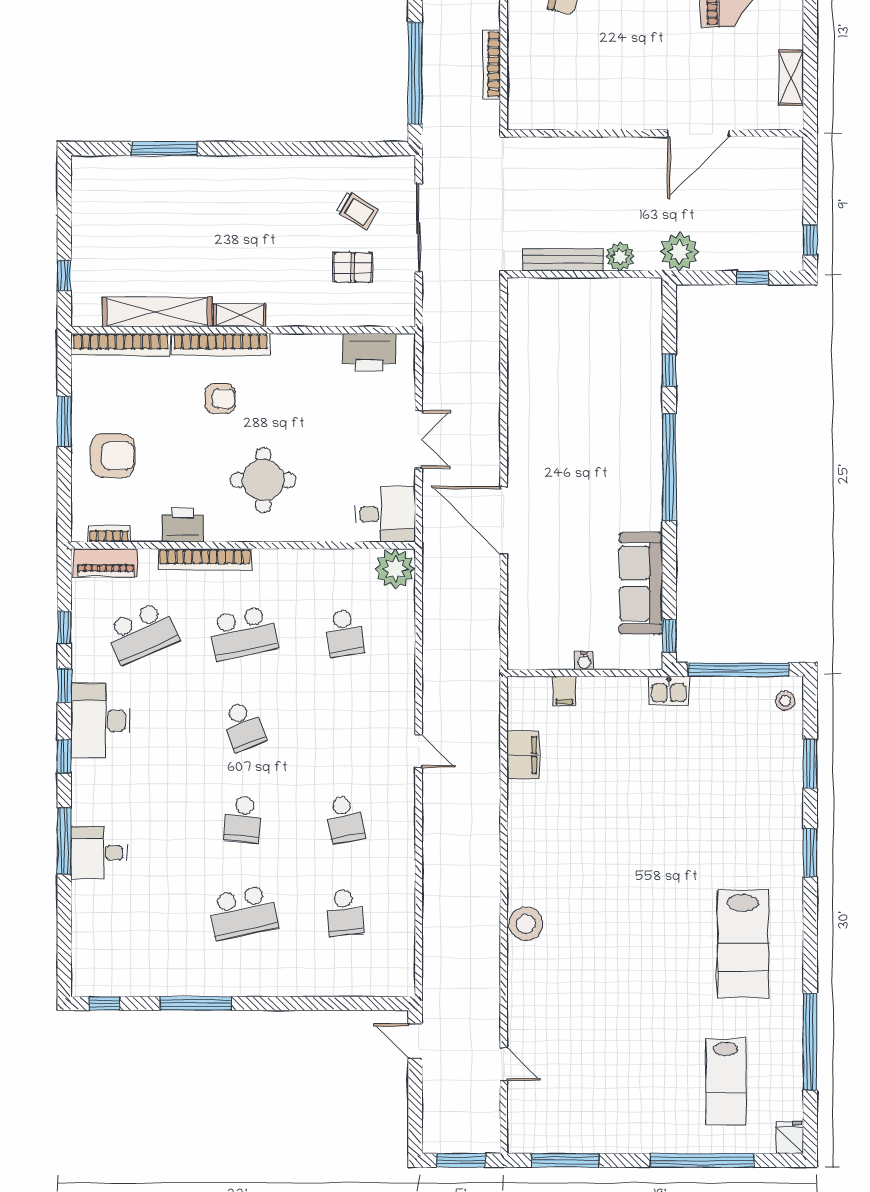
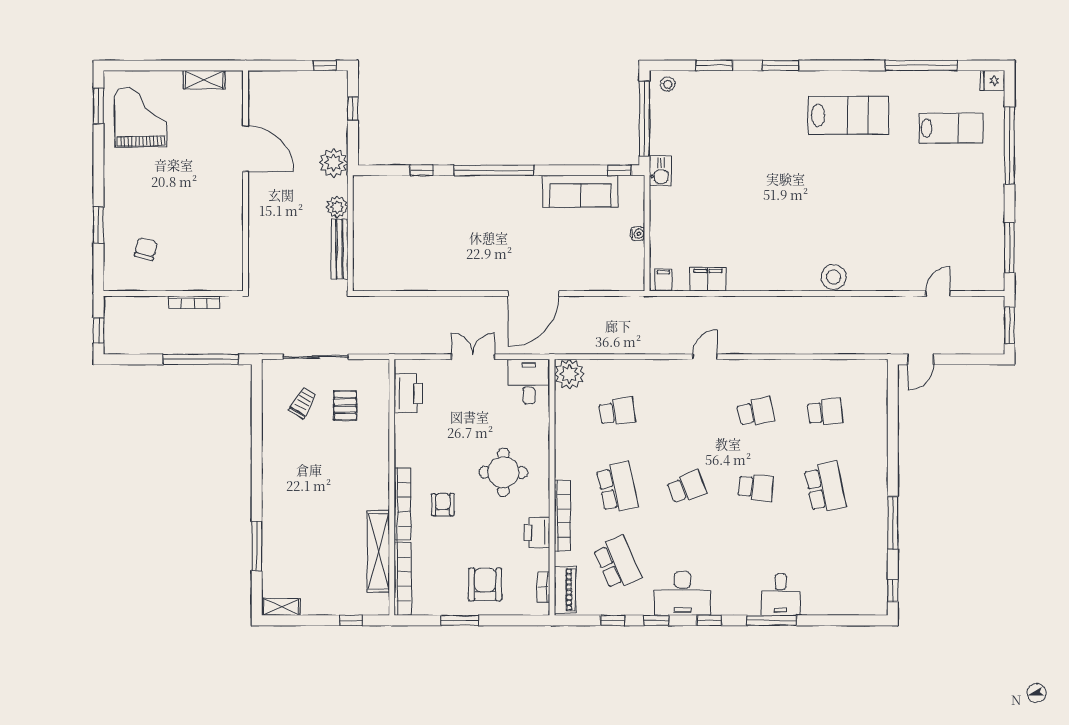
shelving: (240, 315) -> (281, 607), moved, turned 90
filing cabinet: (564, 691) -> (663, 280), moved, turned -90

